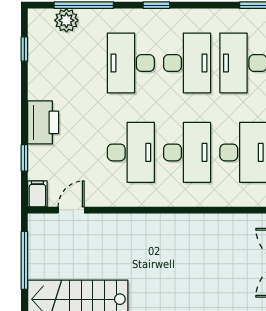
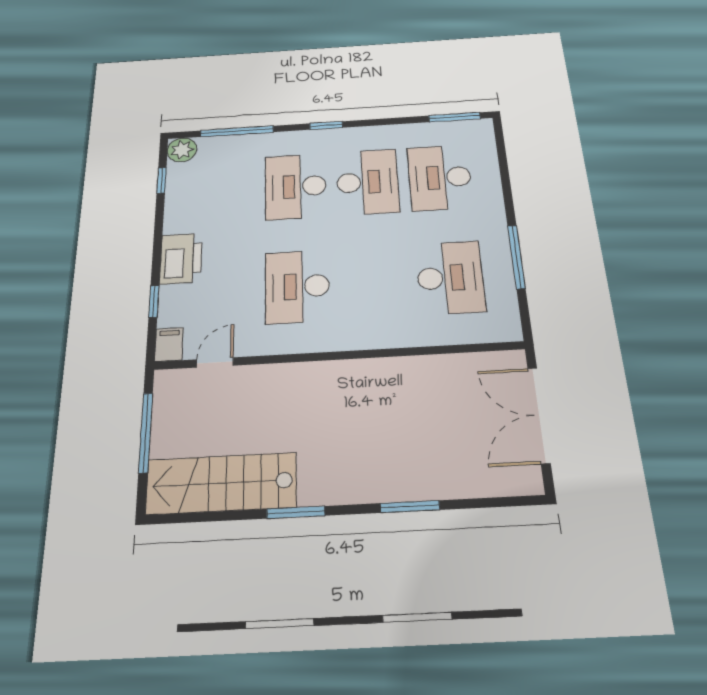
plant: (66, 20) -> (182, 150), moved
desk: (131, 152) -> (297, 287), turned 180
desk: (187, 152) -> (373, 282), removed

